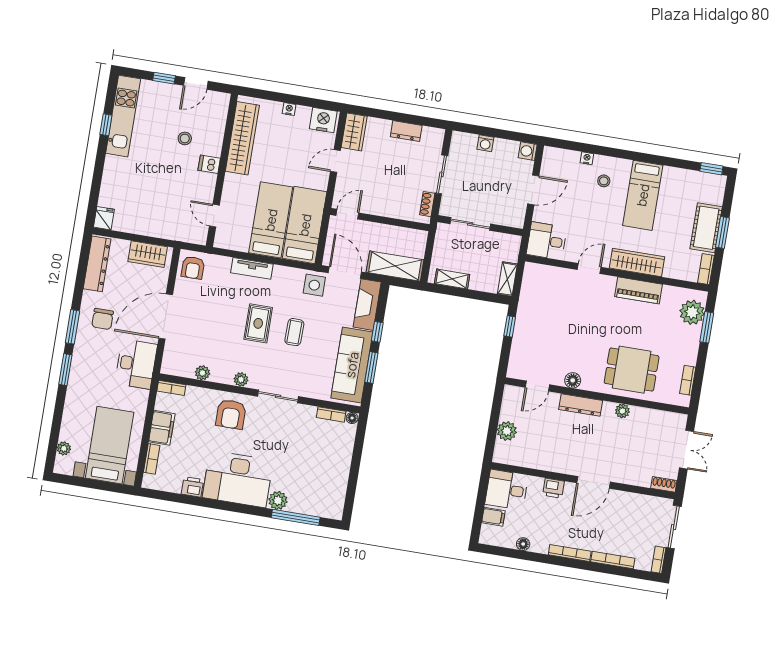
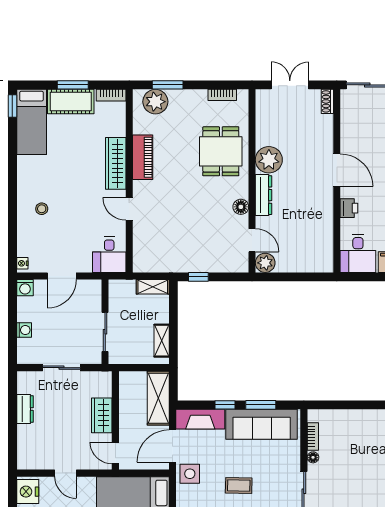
wardrobe: (354, 132) -> (102, 415), moved, turned -90
nightstand: (587, 158) -> (22, 263), moved
door: (533, 190) -> (62, 276), swing flipped
bed: (643, 195) -> (32, 122), moved, turned 90
shoe rack: (427, 204) -> (93, 377), removed
plant: (622, 411) -> (269, 160), width x1.88, depth x1.88
floor lamp: (352, 418) -> (313, 457), moved
plant: (507, 431) -> (265, 263), moved

